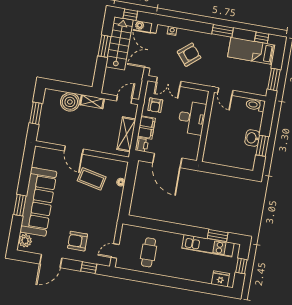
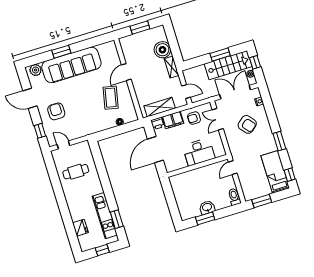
fridge: (220, 279) -> (80, 228), moved

